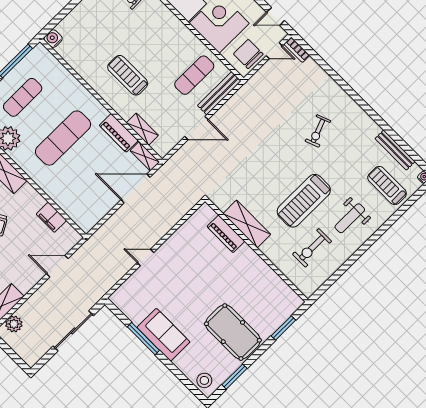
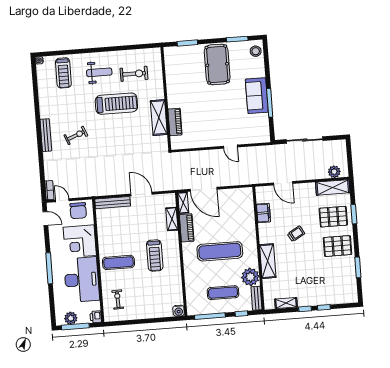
exercise mat: (194, 75) -> (118, 262), moved
bench: (395, 150) -> (46, 135), moved

